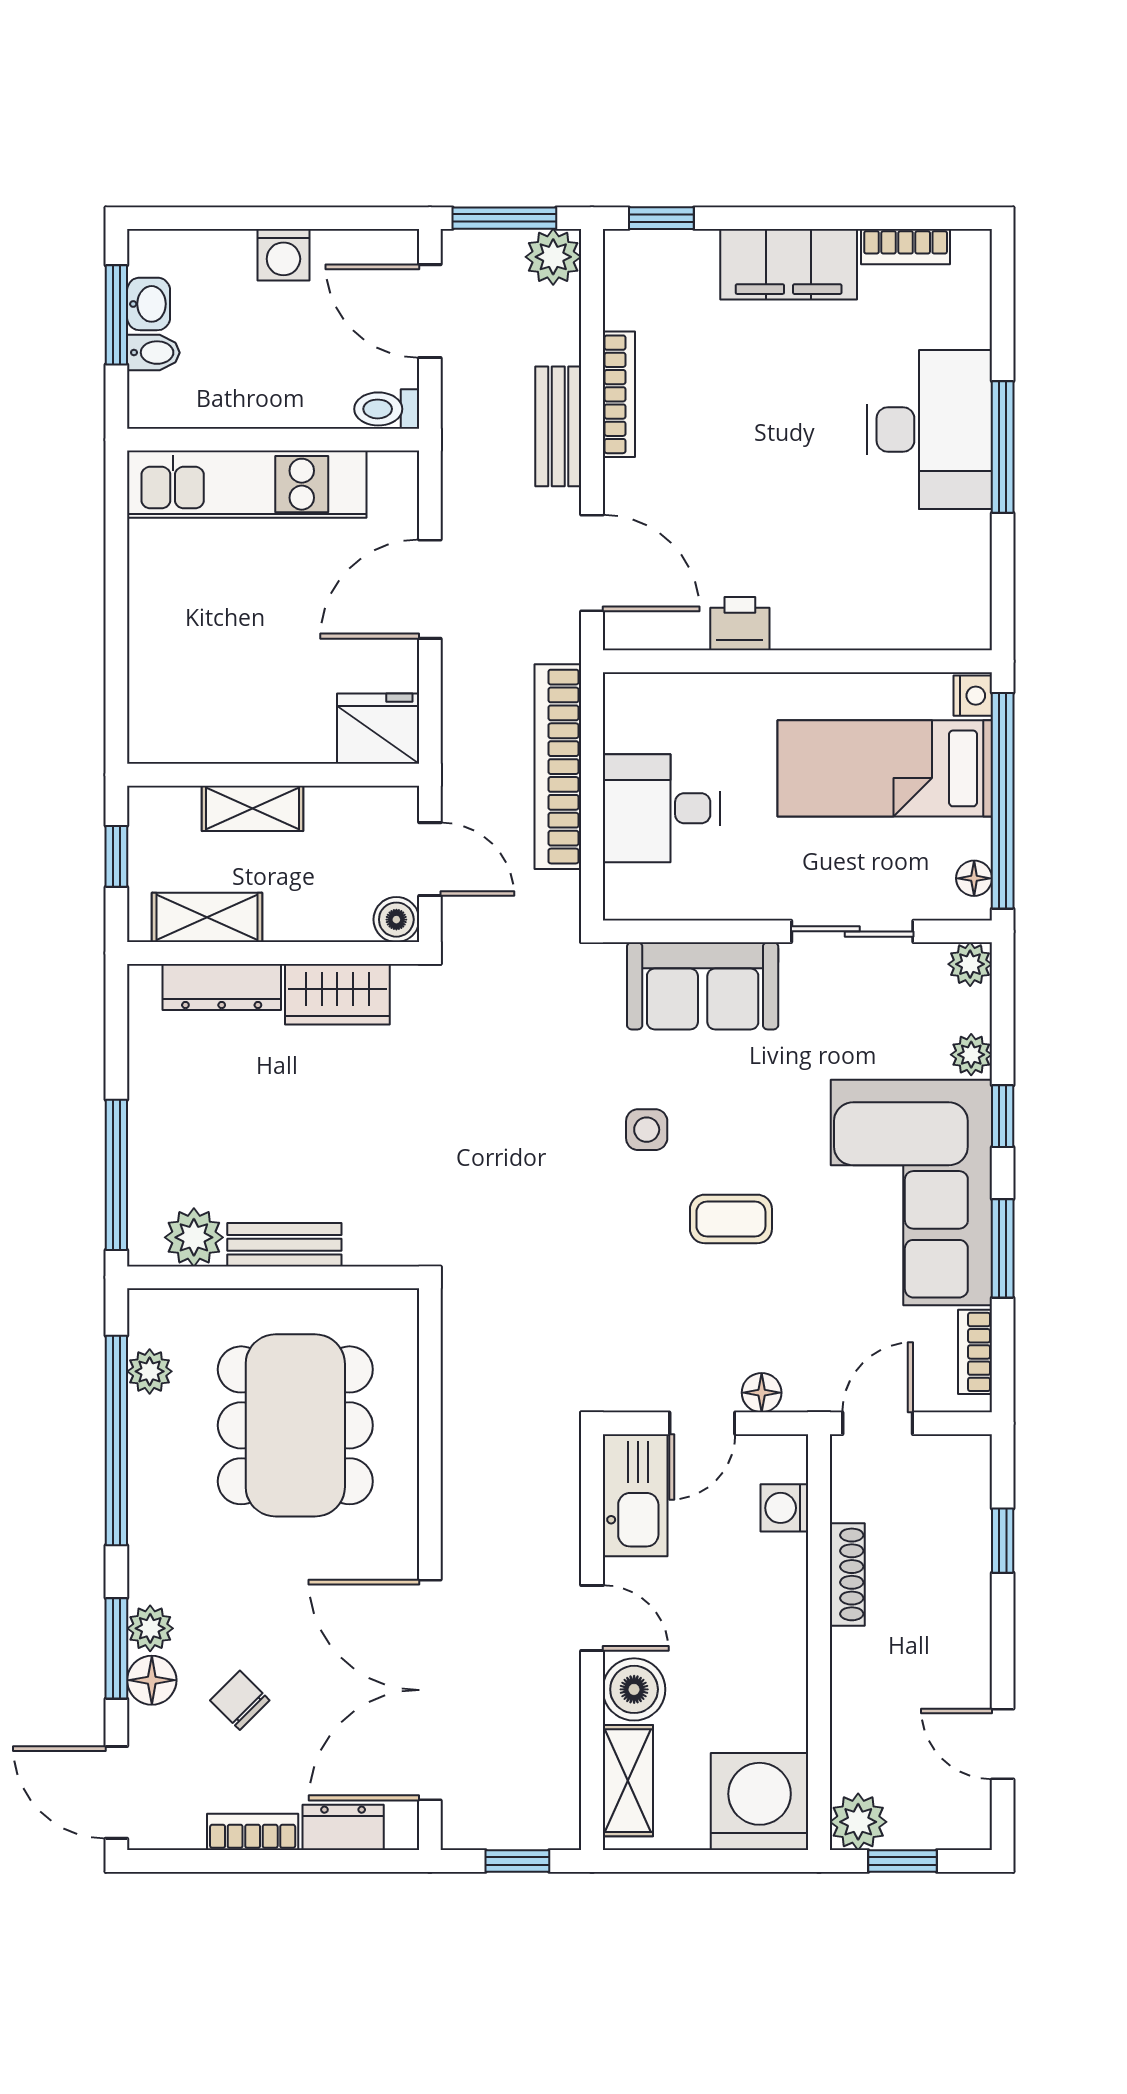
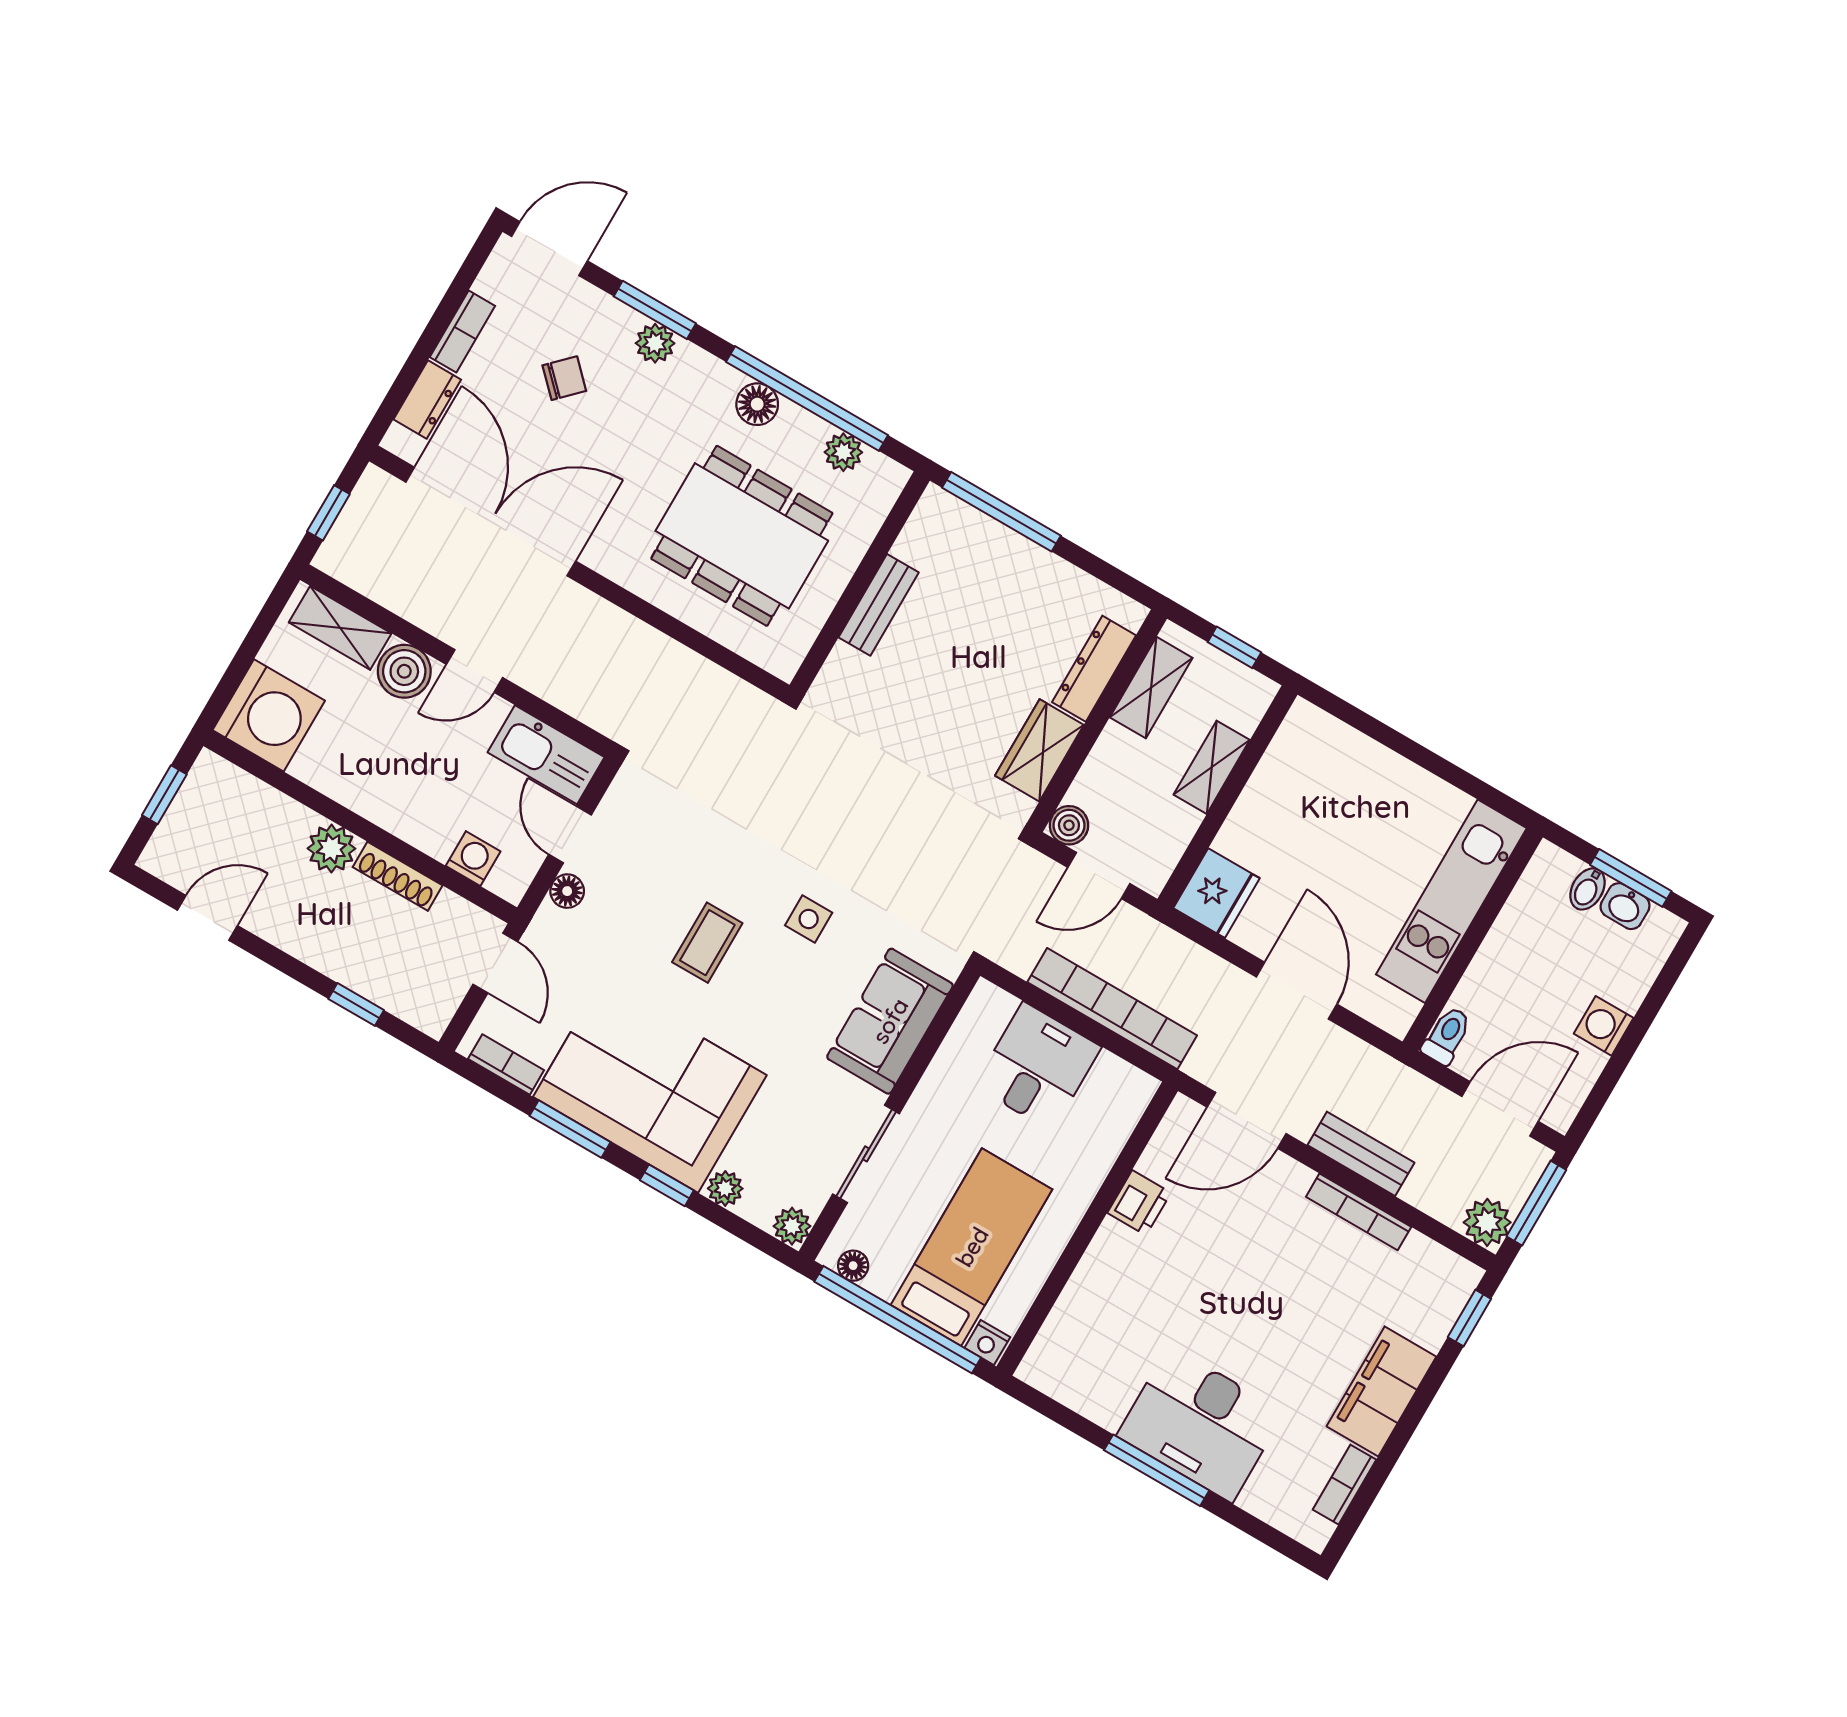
plant: (194, 1237) -> (923, 542), removed
floor lamp: (152, 1680) -> (757, 404), moved
plant: (858, 1822) -> (331, 848), moved

